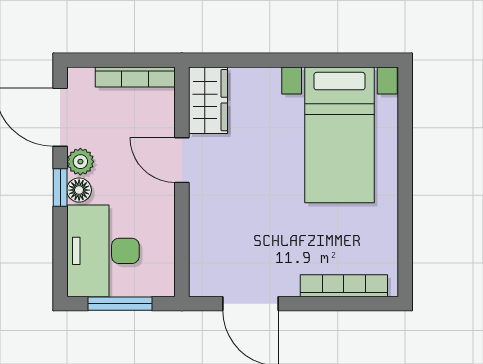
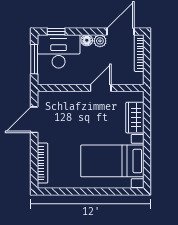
bookcase: (135, 77) -> (139, 53), moved
wardrobe: (208, 100) -> (135, 118), moved, turned 90
window: (60, 188) -> (56, 31), moved

